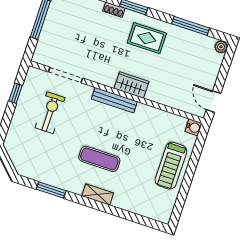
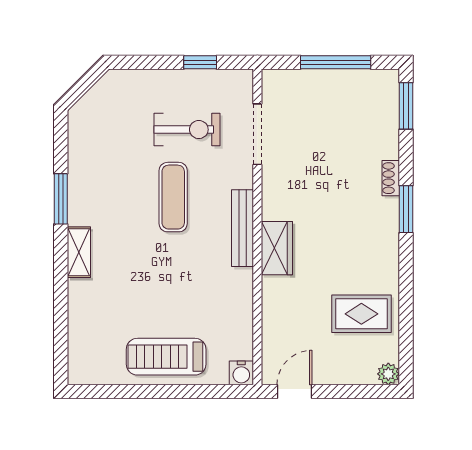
window: (191, 26) -> (406, 313), removed
rug: (147, 38) -> (361, 314), moved, turned 90
exercise mat: (99, 159) -> (173, 197), moved
window: (51, 190) -> (61, 199), moved

